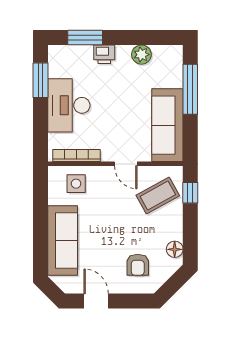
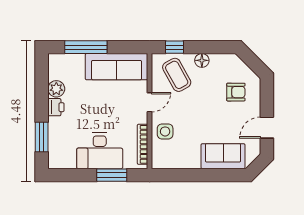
printer: (104, 54) -> (56, 107), moved
window: (40, 80) -> (112, 175), moved
side table: (76, 184) -> (165, 131), moved
sofa: (63, 241) -> (223, 156), width x0.73
floor lamp: (175, 249) -> (202, 60), moved

